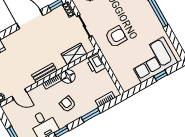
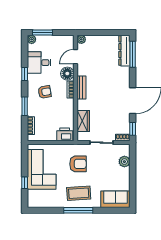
coffee table: (142, 21) -> (79, 193), added
armchair: (116, 37) -> (78, 164), turned -90
corner sofa: (152, 60) -> (42, 169), moved
floor lamp: (68, 76) -> (67, 74), moved

